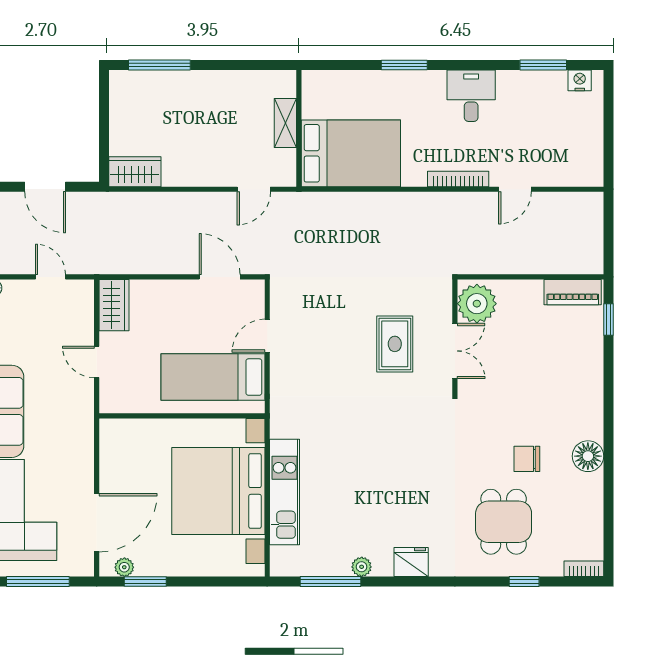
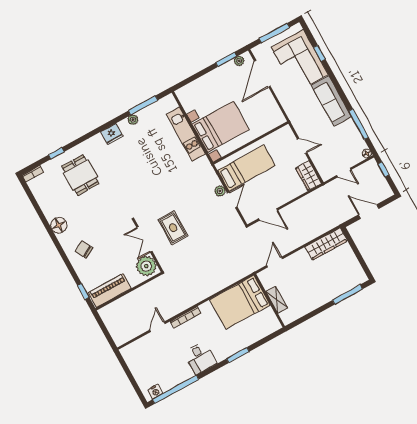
window: (543, 65) -> (176, 389), width x2.11
wardrobe: (135, 172) -> (326, 244), width x1.50
piano: (573, 292) -> (110, 290), width x1.37, depth x1.33
plant: (280, 363) -> (220, 191), added
chair: (527, 459) -> (84, 249), moved, turned -119
bed with nightstands: (218, 491) -> (221, 127), width x0.73

